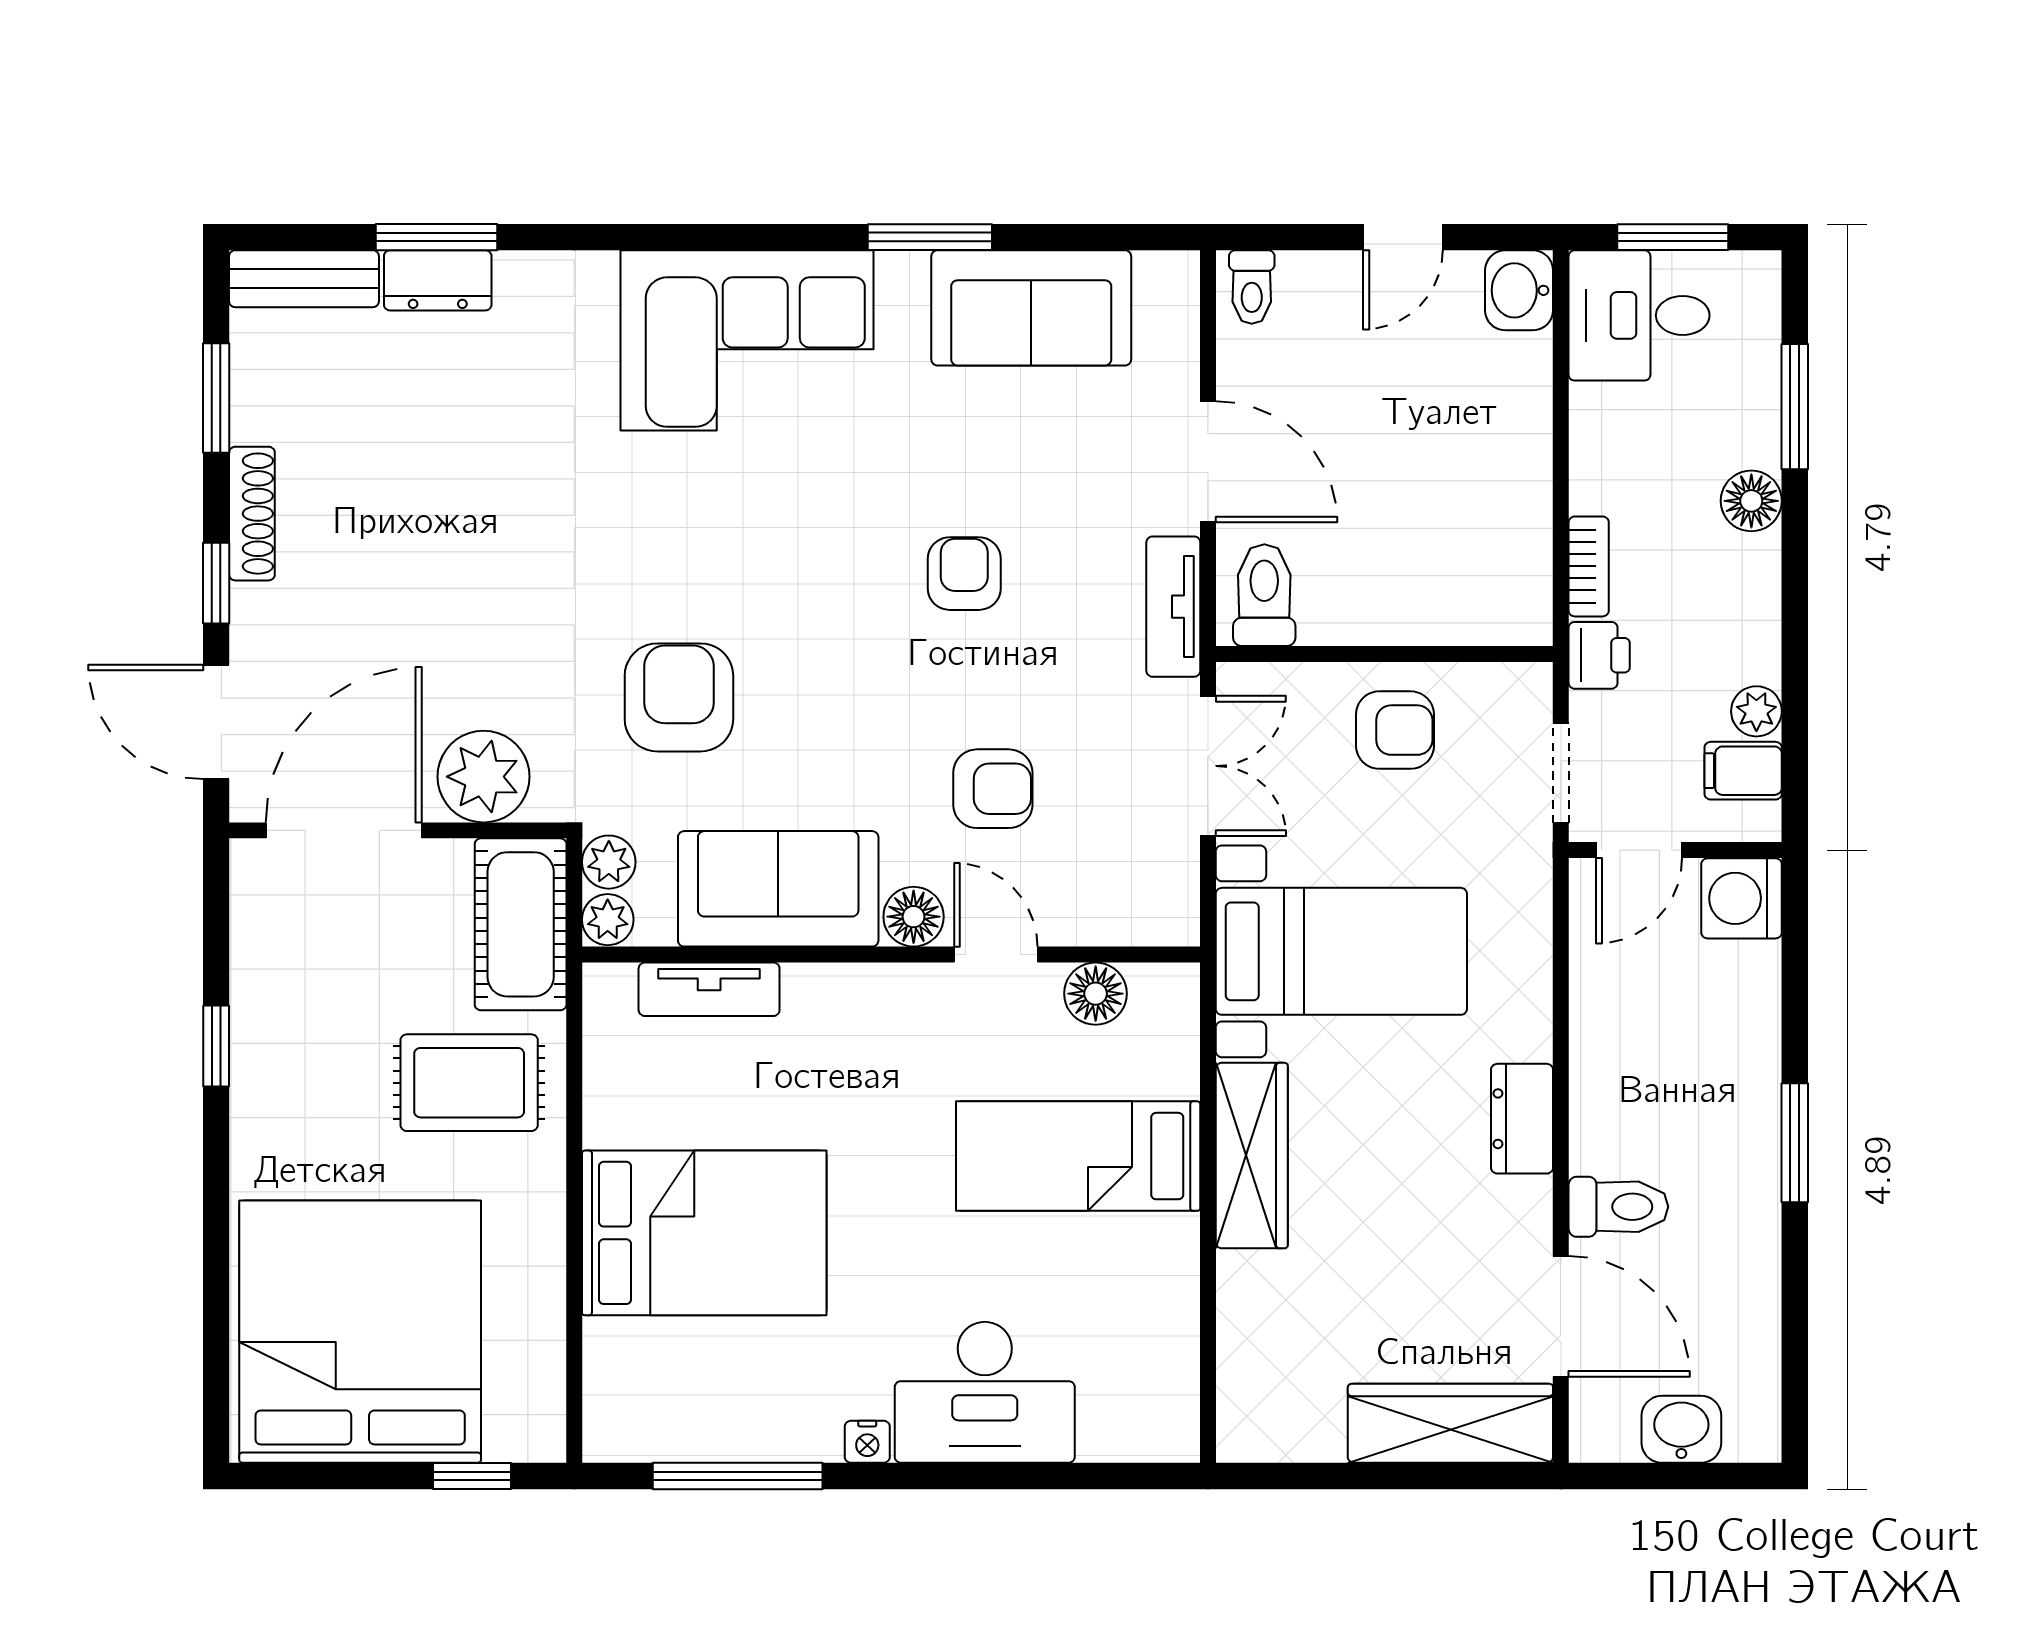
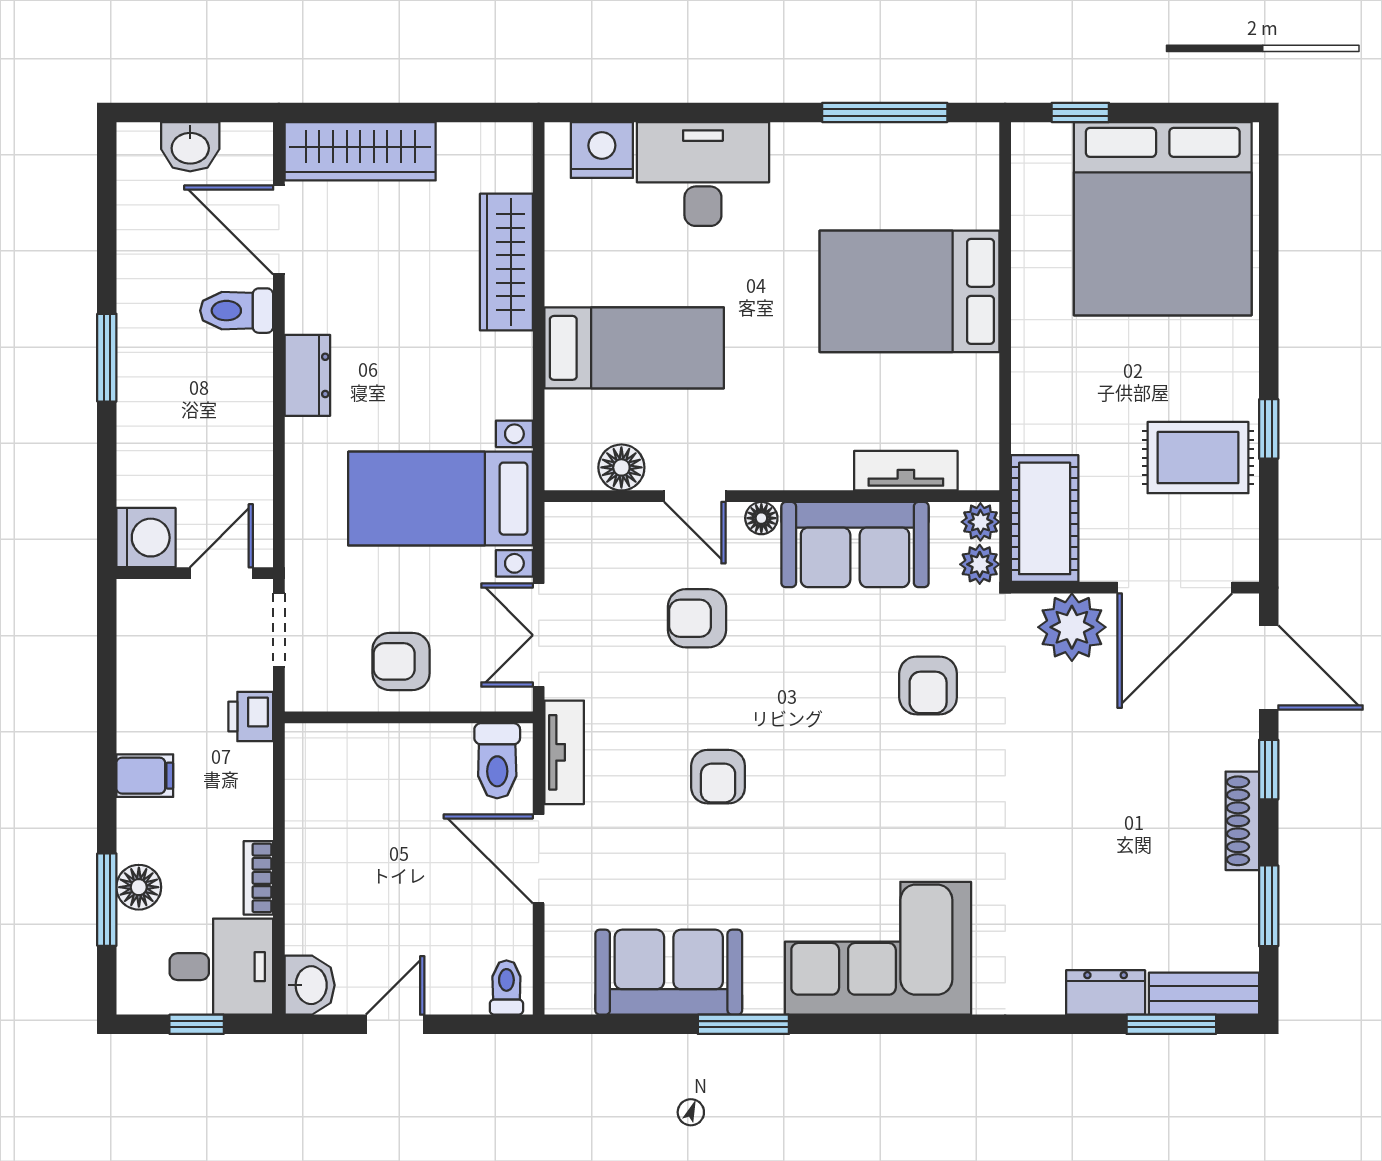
window: (437, 237) -> (1171, 1024), moved
window: (1673, 237) -> (197, 1024), width x0.67
floor lamp: (1751, 501) -> (139, 887), moved
bookcase: (1589, 566) -> (258, 878), moved
armchair: (679, 697) -> (928, 685), width x0.72, depth x0.72
plant: (1756, 711) -> (135, 675), removed
filing cabinet: (1743, 771) -> (145, 776), moved
floor lamp: (914, 917) -> (761, 518), width x0.73, depth x0.73
rug: (469, 1083) -> (1198, 458), moved
wardrobe: (1252, 1156) -> (506, 262), moved
nightstand: (867, 1442) -> (602, 150), moved, width x1.89, depth x1.79

